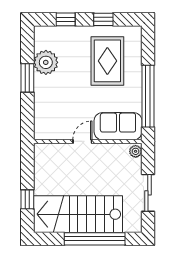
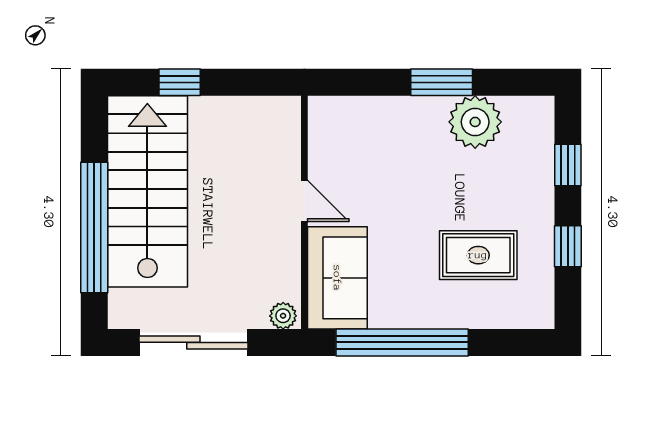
rug: (107, 61) -> (478, 255), width x0.73, depth x0.70
sliding door: (148, 193) -> (193, 342), width x1.37

